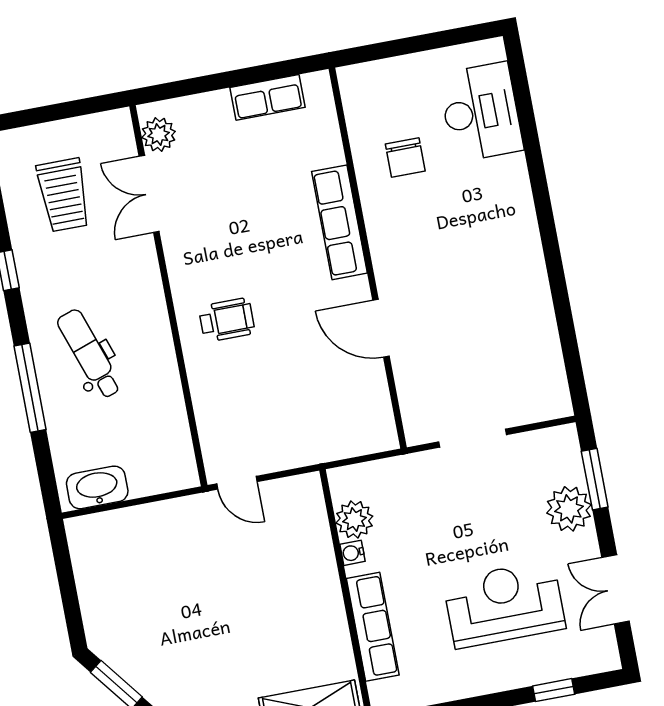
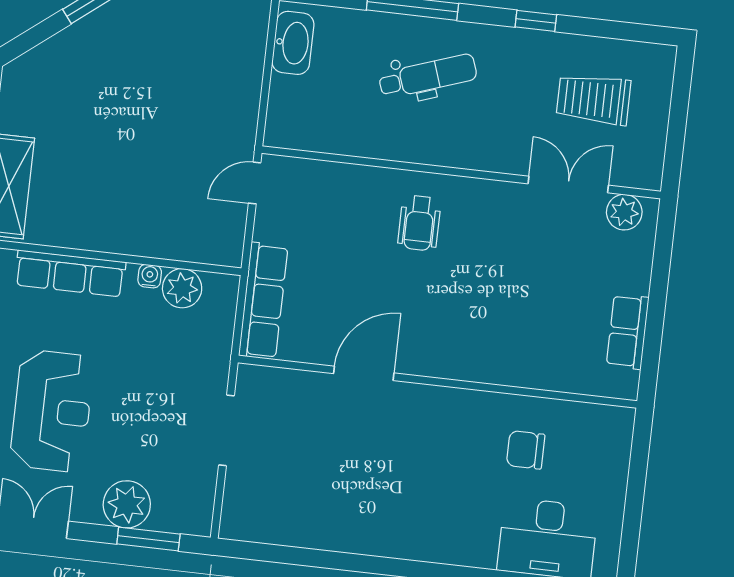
row of seats: (339, 222) -> (263, 301), moved, turned 90

